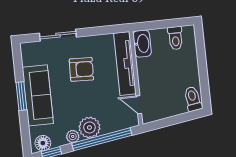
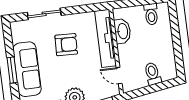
washbasin: (142, 44) -> (122, 31), moved
toilet: (193, 99) -> (153, 74), moved

